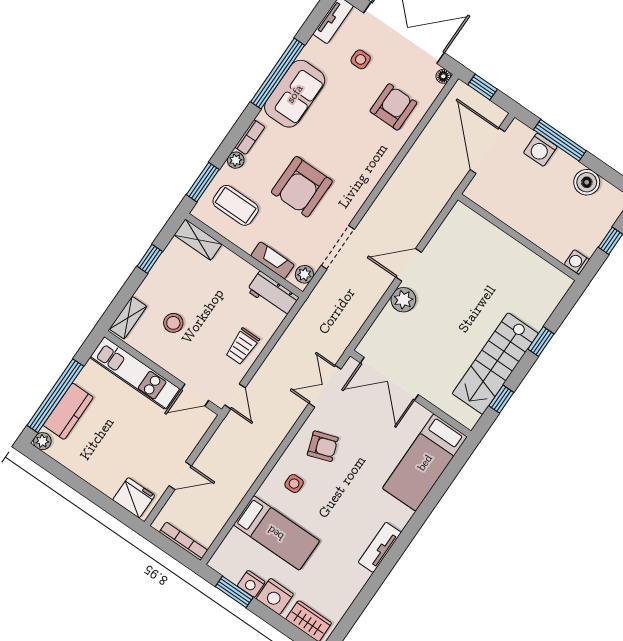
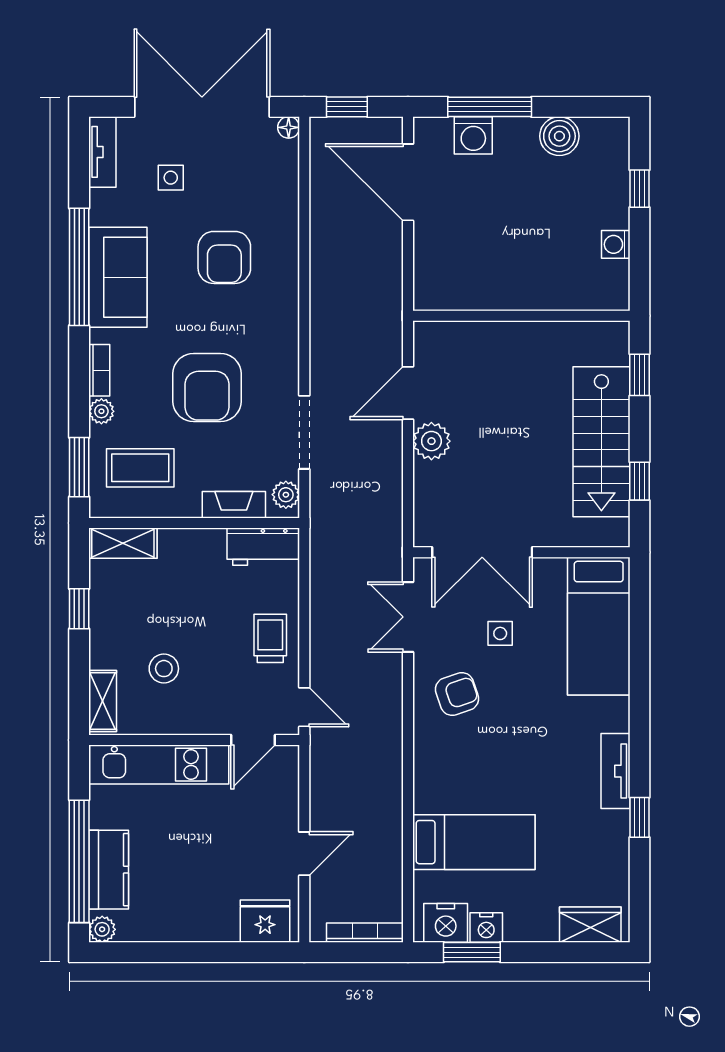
armchair: (393, 107) -> (224, 257), moved, turned 180
wall: (518, 237) -> (521, 316), moved
trolley: (242, 346) -> (270, 638), turned 180
side table: (294, 484) -> (500, 633), moved
window: (375, 581) -> (640, 817), added
nightstand: (275, 596) -> (446, 923), moved

